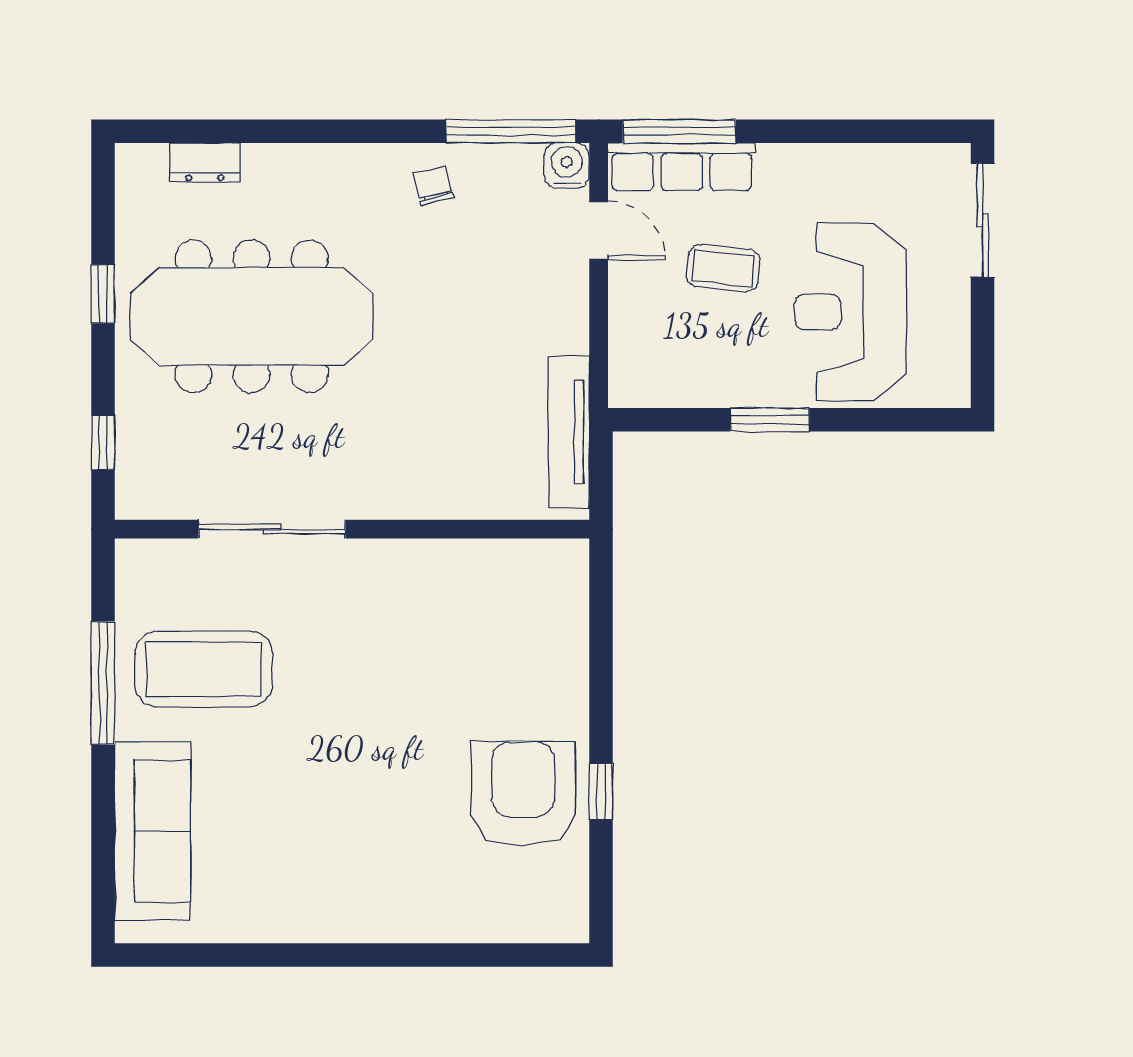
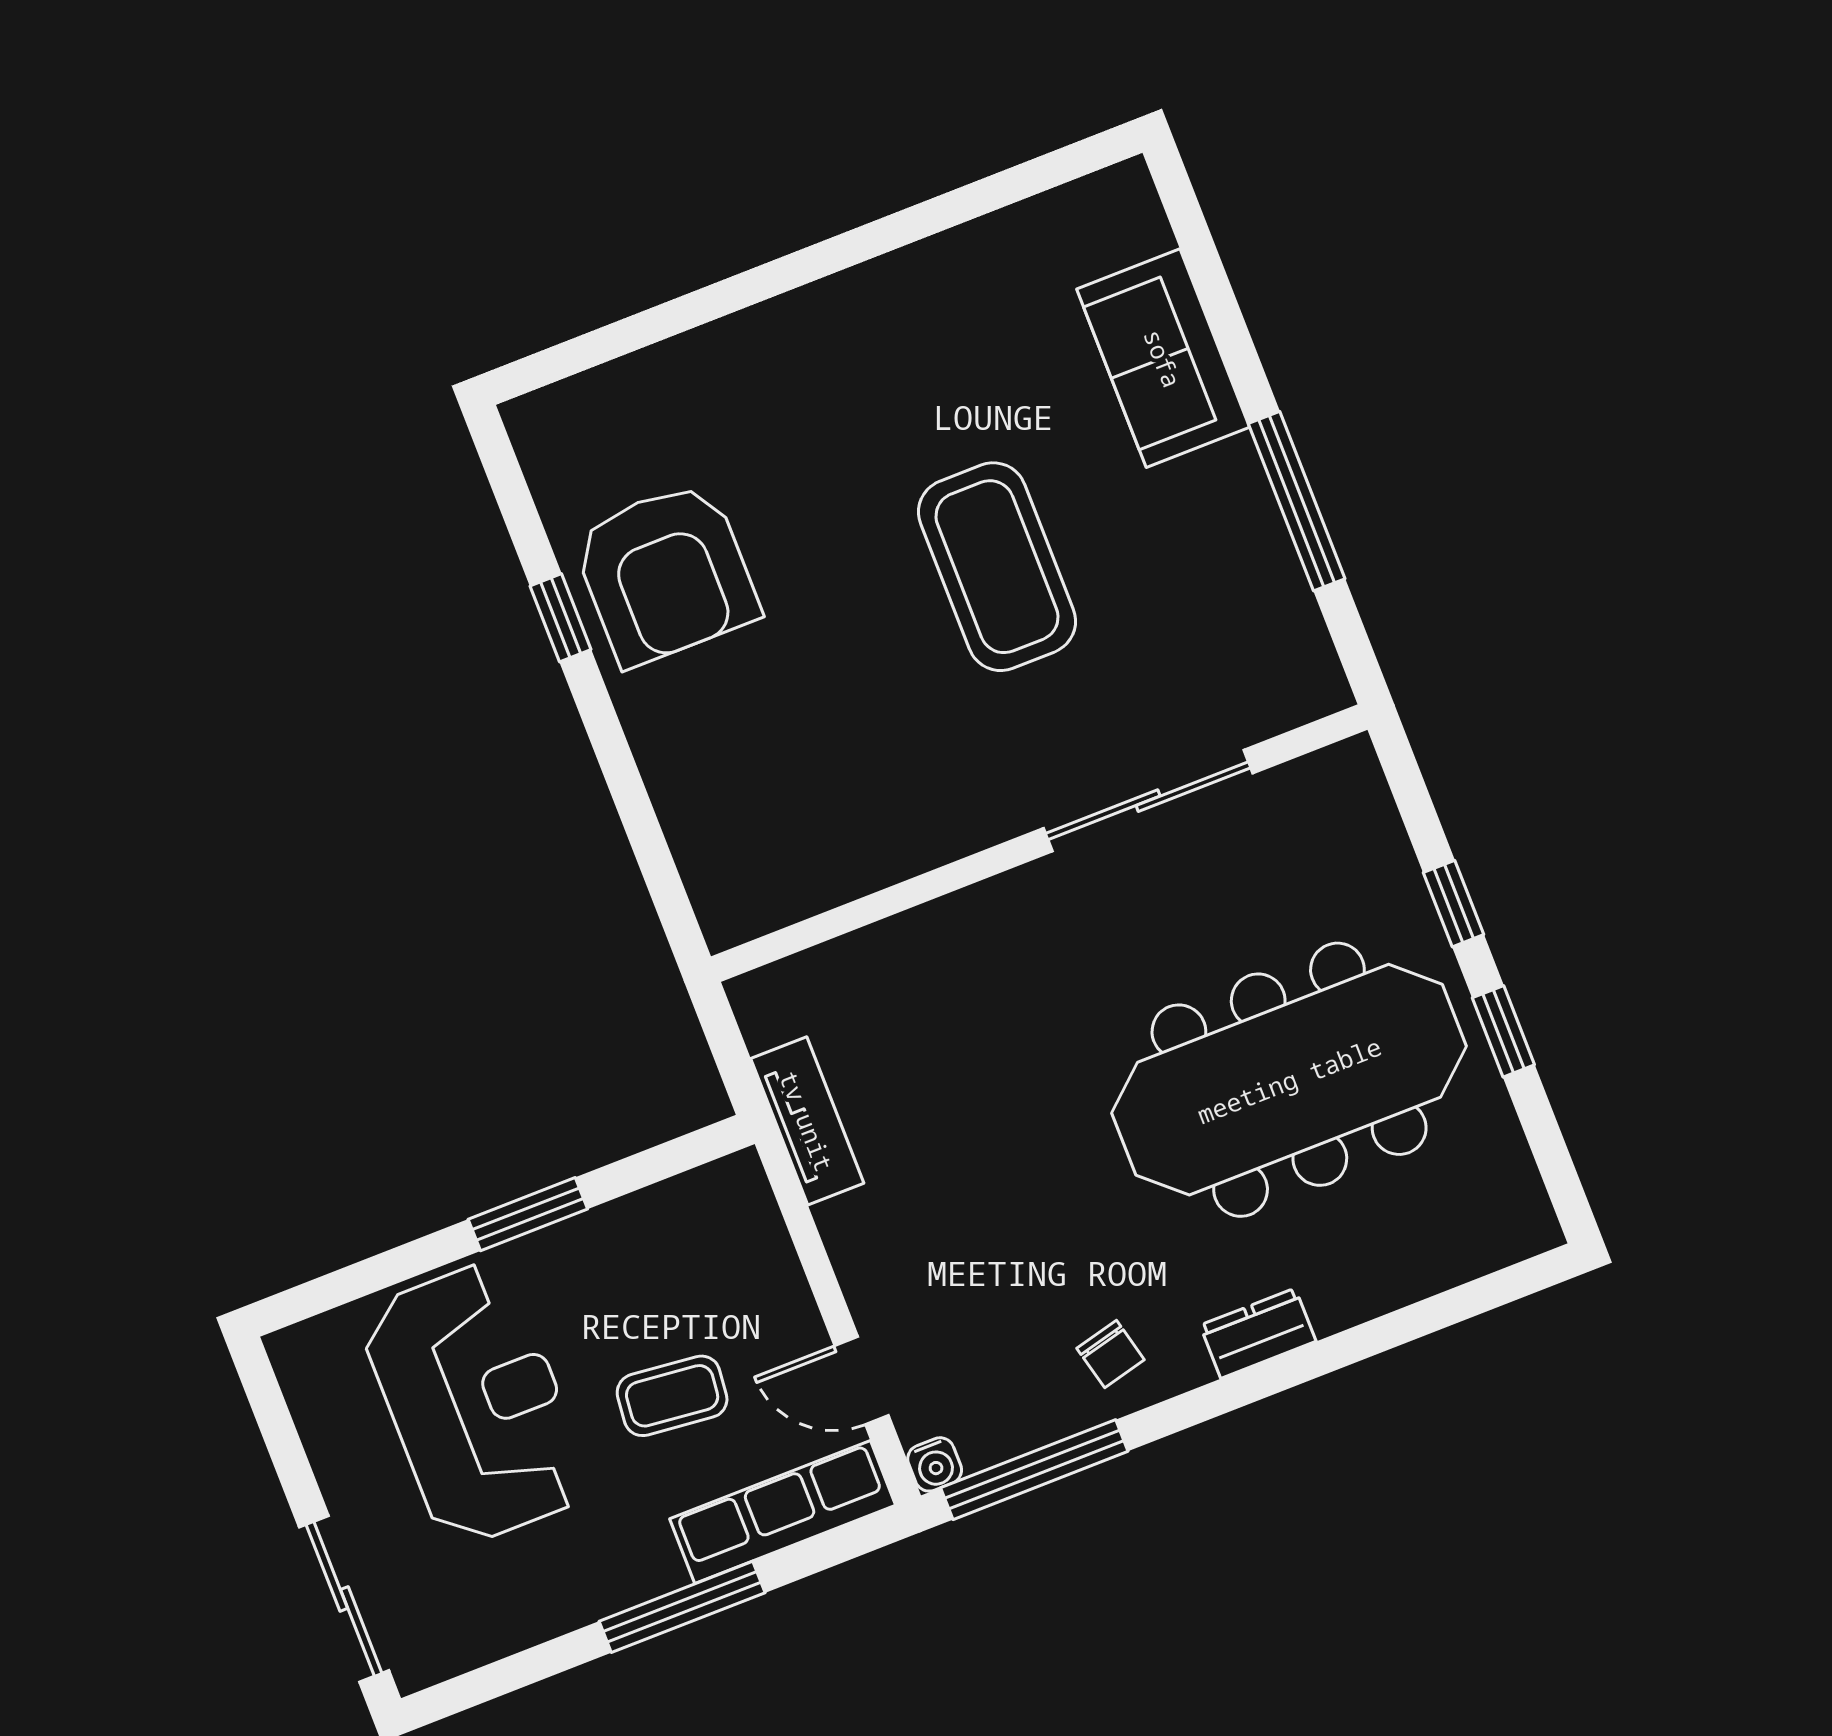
window: (679, 131) -> (682, 1607), moved
dresser: (205, 163) -> (1258, 1333), moved
water cooler: (567, 166) -> (935, 1464), width x0.72, depth x0.72
tv unit: (569, 432) -> (807, 1121), width x0.71
window: (103, 443) -> (1454, 904), moved
coffee table: (204, 669) -> (997, 567), moved, turned 90
sofa: (153, 831) -> (1163, 358), width x0.73

